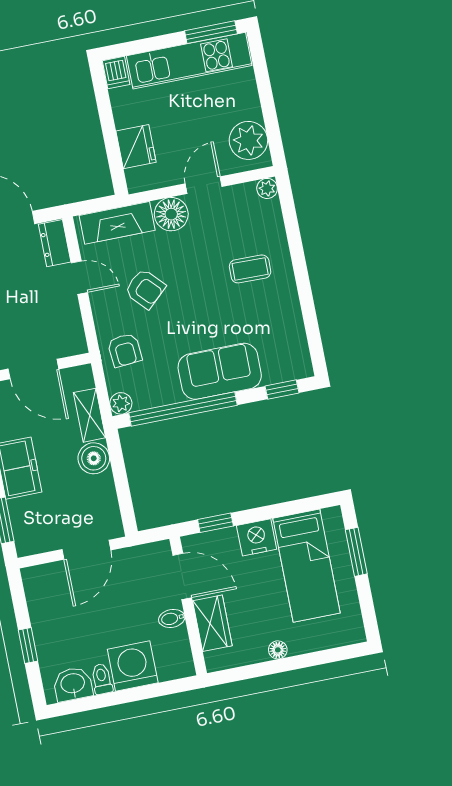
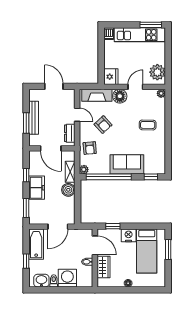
fridge: (136, 147) -> (111, 77), moved
dresser: (55, 243) -> (70, 133), moved
bathtub: (44, 601) -> (36, 244), added

